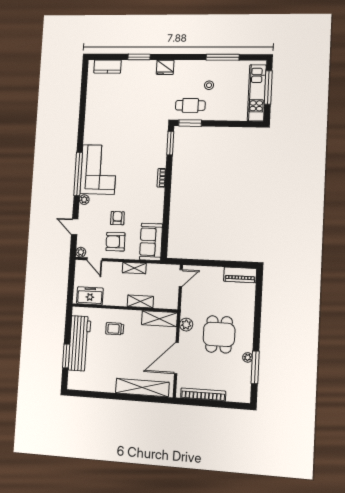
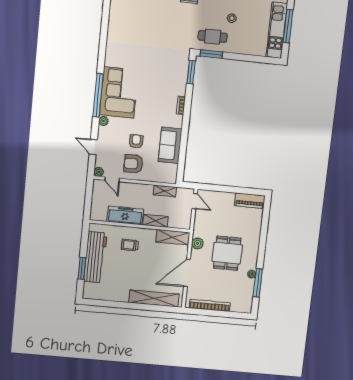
sofa: (151, 242) -> (170, 145), moved
shelving: (134, 268) -> (165, 191), moved
door: (181, 278) -> (195, 201), hinge flipped
freezer: (90, 296) -> (125, 215), moved, width x1.40

